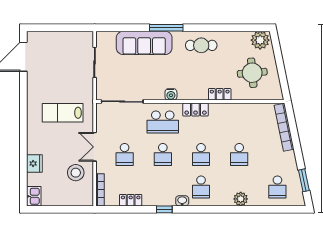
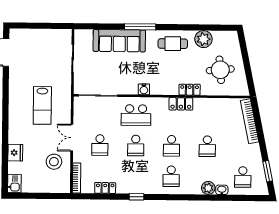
plant: (260, 40) -> (203, 39), moved
locker: (196, 110) -> (181, 104), moved
lab bench: (63, 113) -> (42, 105), turned -90
washbasin: (182, 201) -> (222, 190), moved

